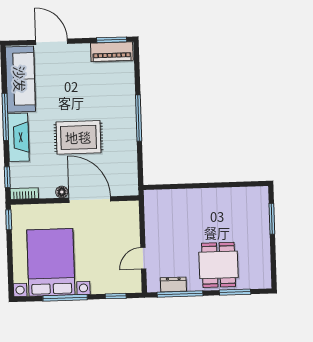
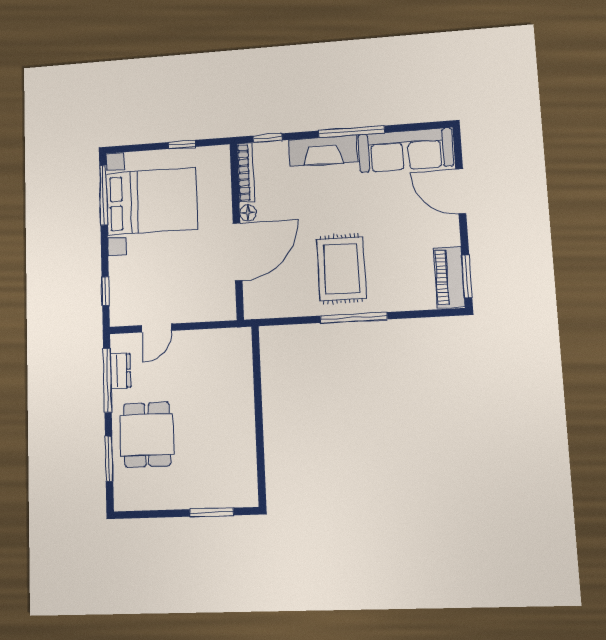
door: (52, 42) -> (461, 191), swing flipped
rug: (78, 137) -> (341, 269), moved
bookcase: (24, 194) -> (246, 172), width x1.56
window: (9, 220) -> (182, 144), moved
door: (143, 258) -> (157, 328), swing flipped
dining table: (219, 265) -> (147, 435), turned 90
window: (65, 298) -> (103, 195), moved

